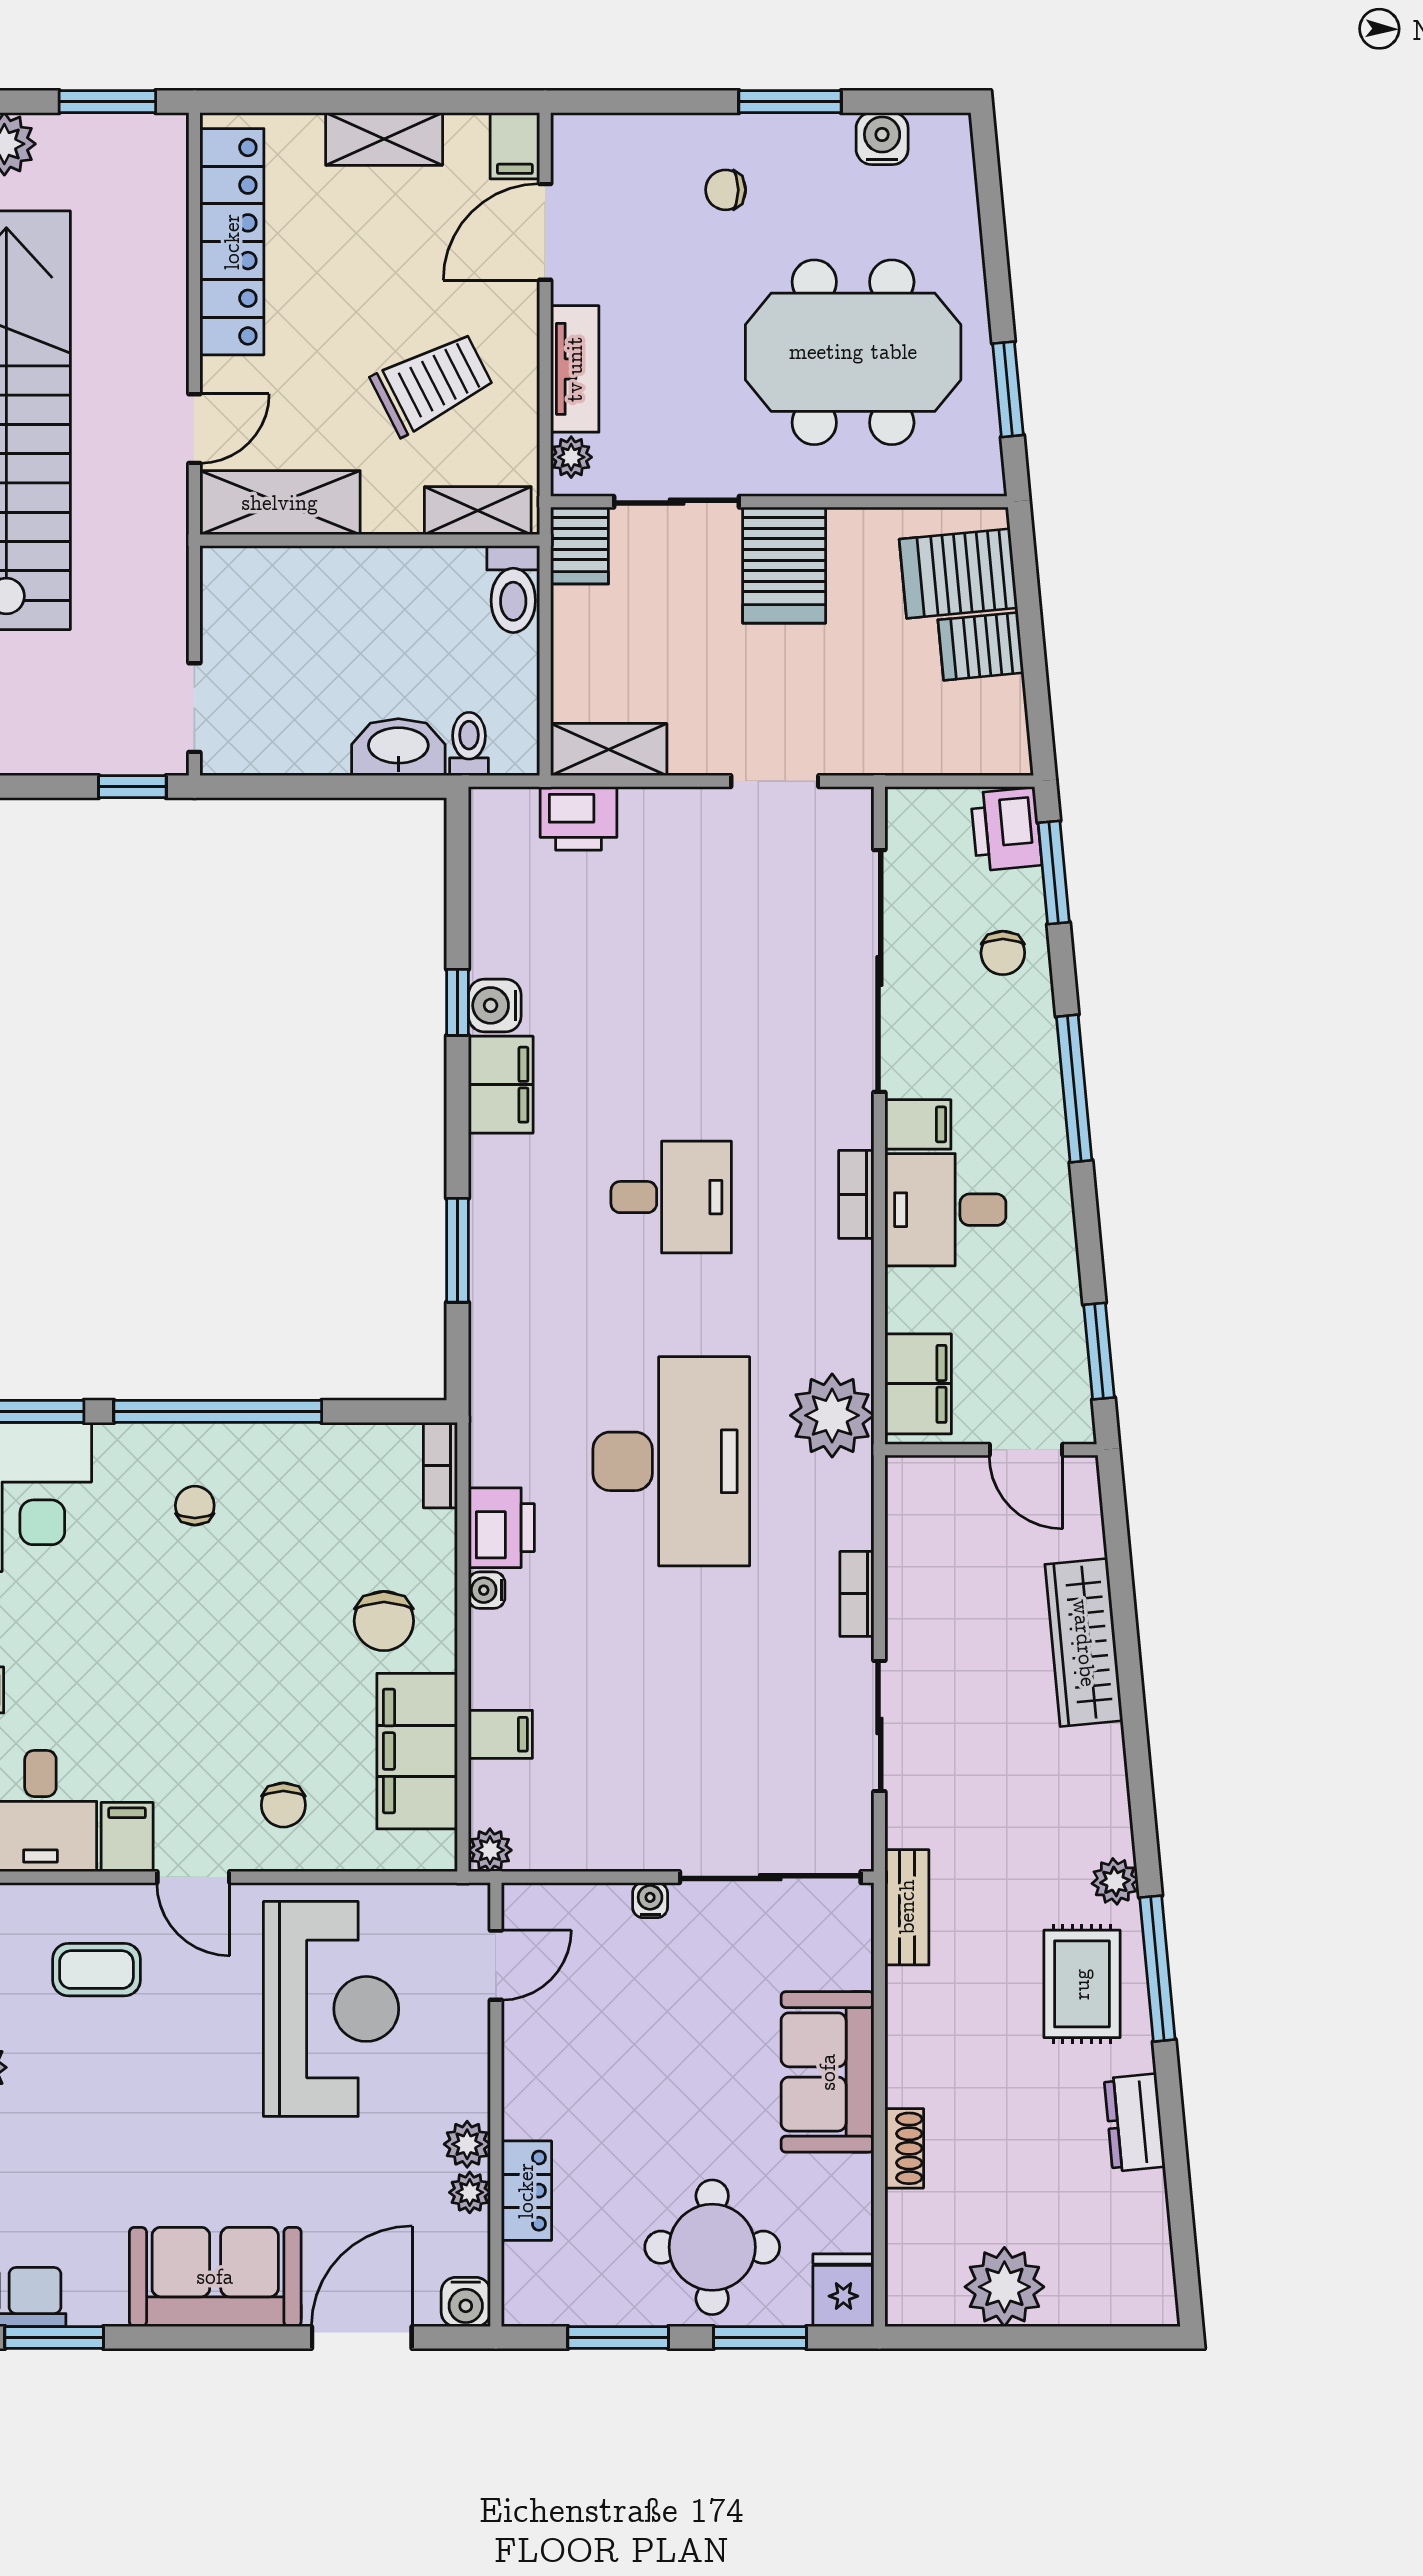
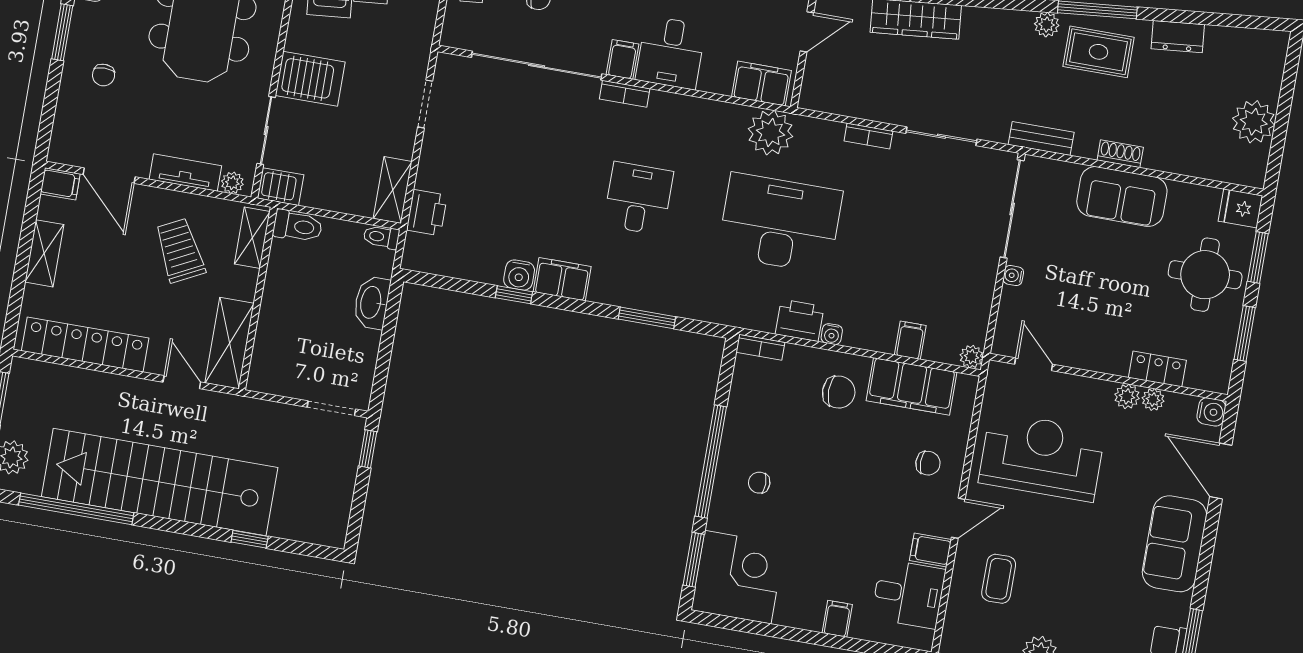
toilet: (469, 744) -> (381, 237), moved
bookcase: (856, 1194) -> (625, 94), moved
shoe rack: (904, 2148) -> (1120, 154), moved

